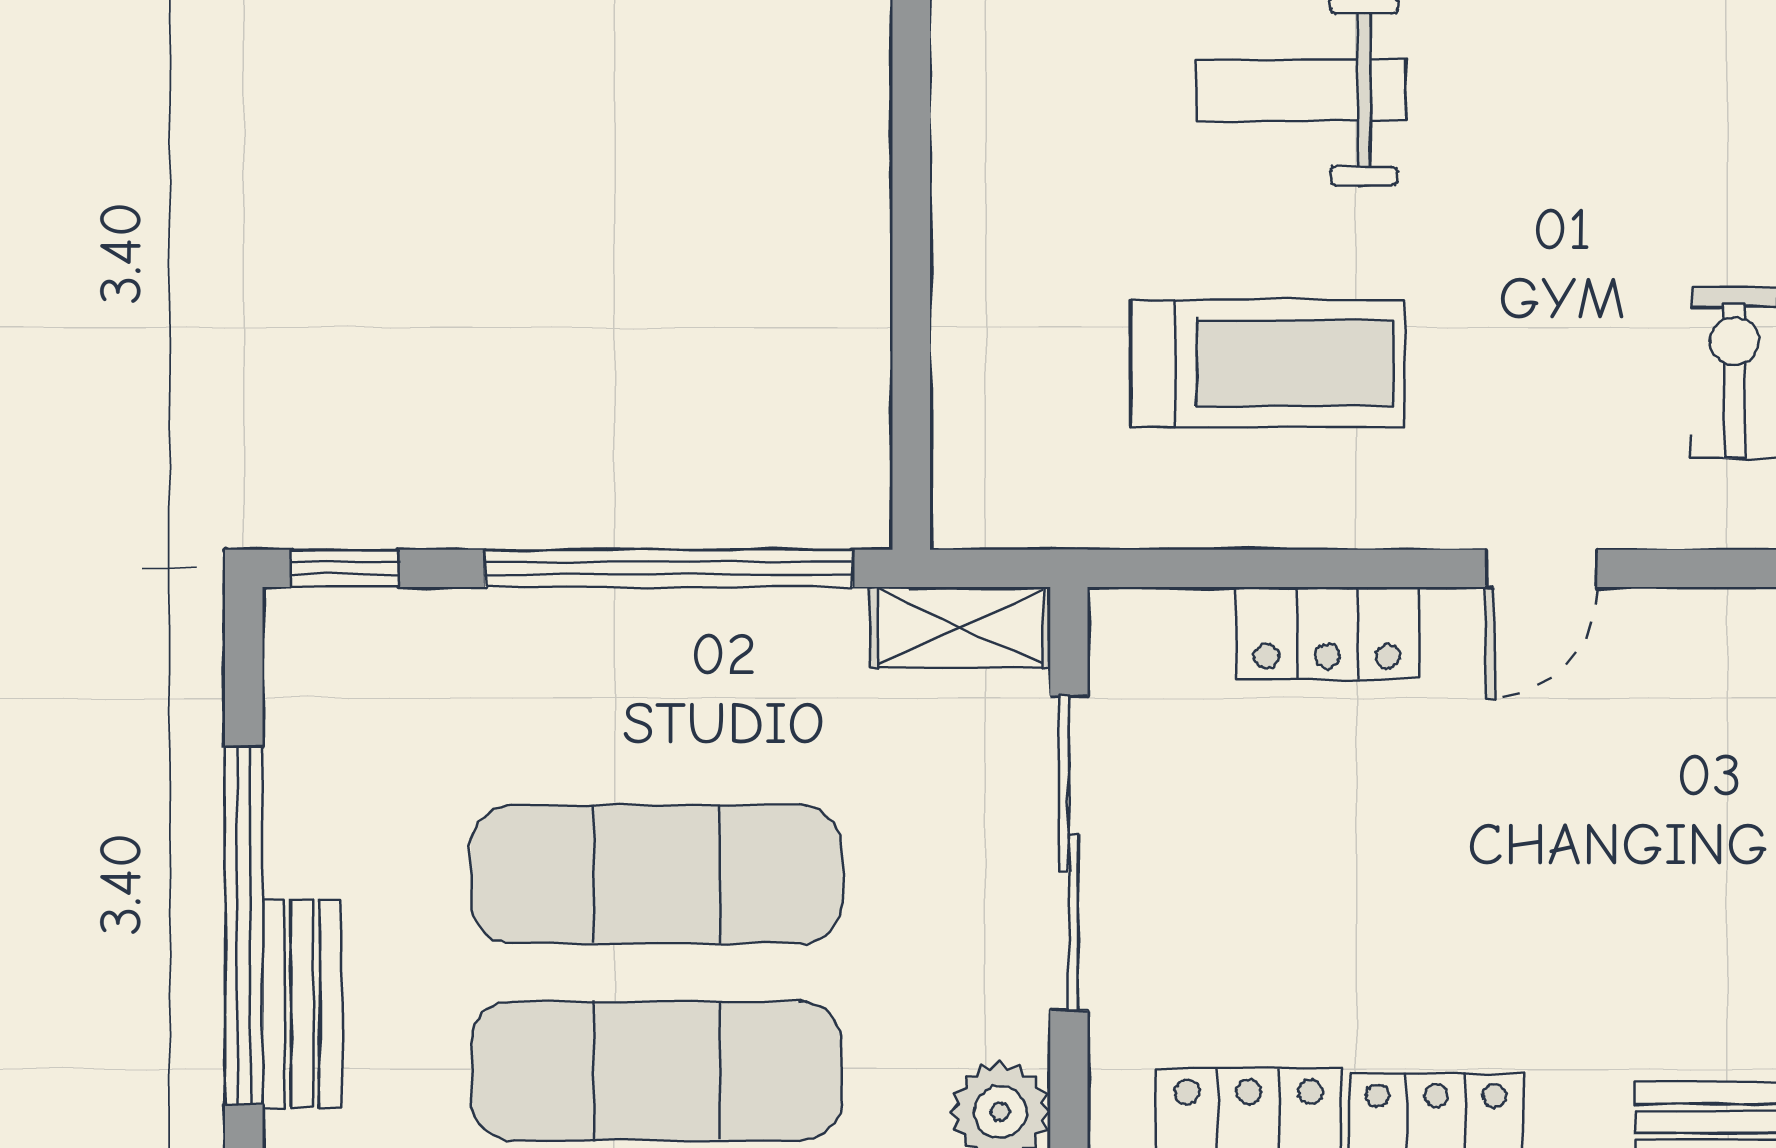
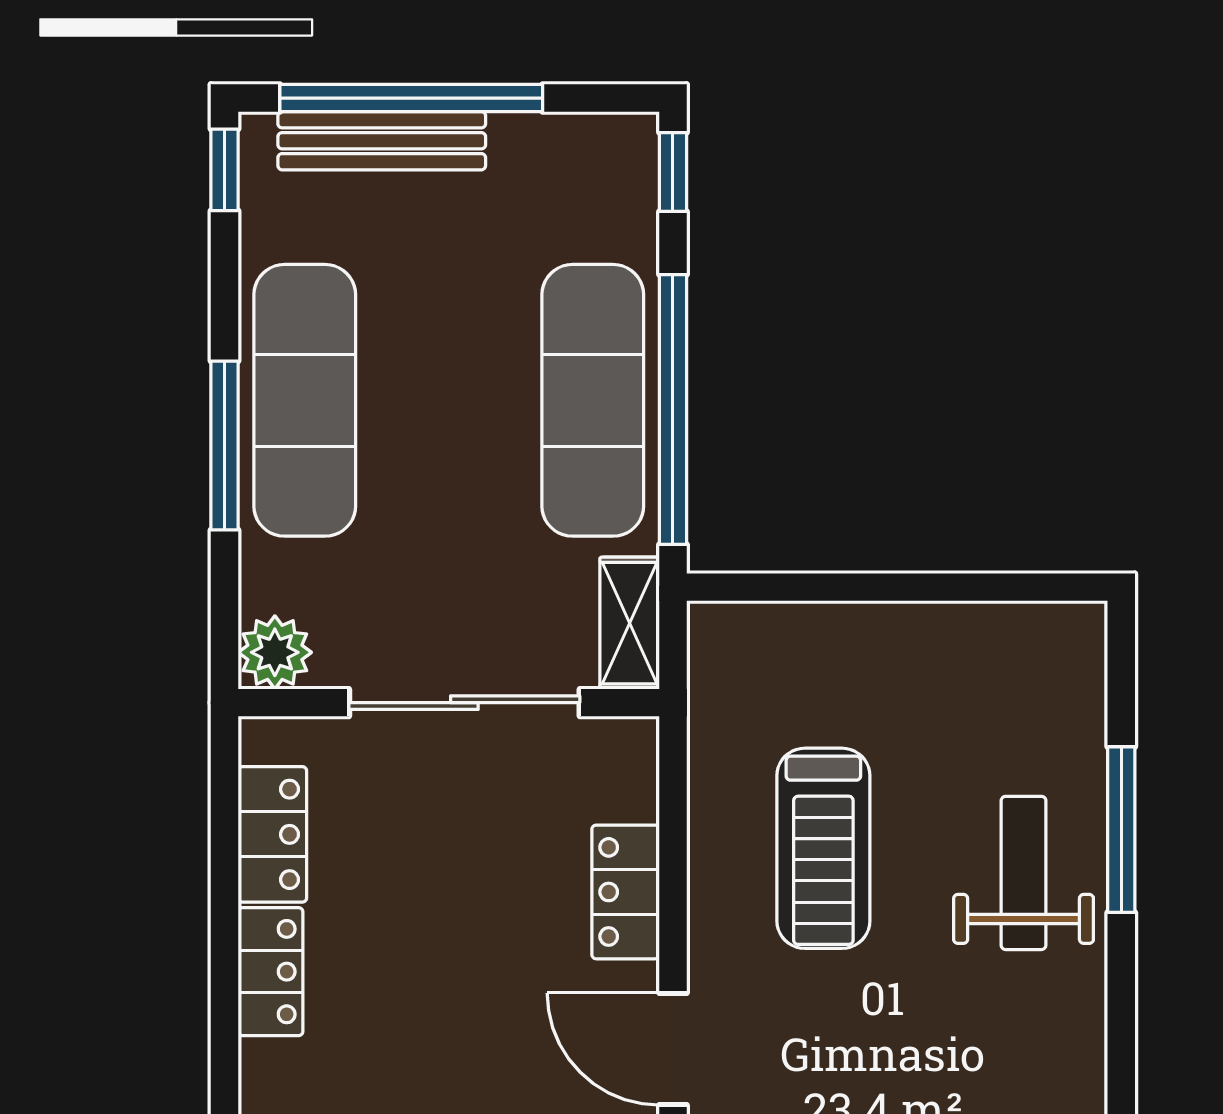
door: (1542, 568) -> (673, 1049), width x1.38
exercise mat: (656, 874) -> (593, 400), moved
bench: (302, 1004) -> (382, 141), width x1.36

